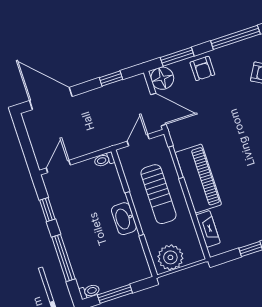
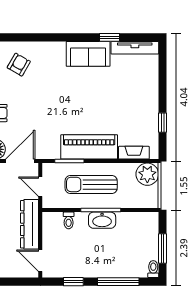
dresser: (94, 142) -> (30, 224), added
toilet: (104, 160) -> (69, 220), moved
sun lounger: (158, 194) -> (91, 184), turned 180
plant: (170, 257) -> (147, 174), moved

